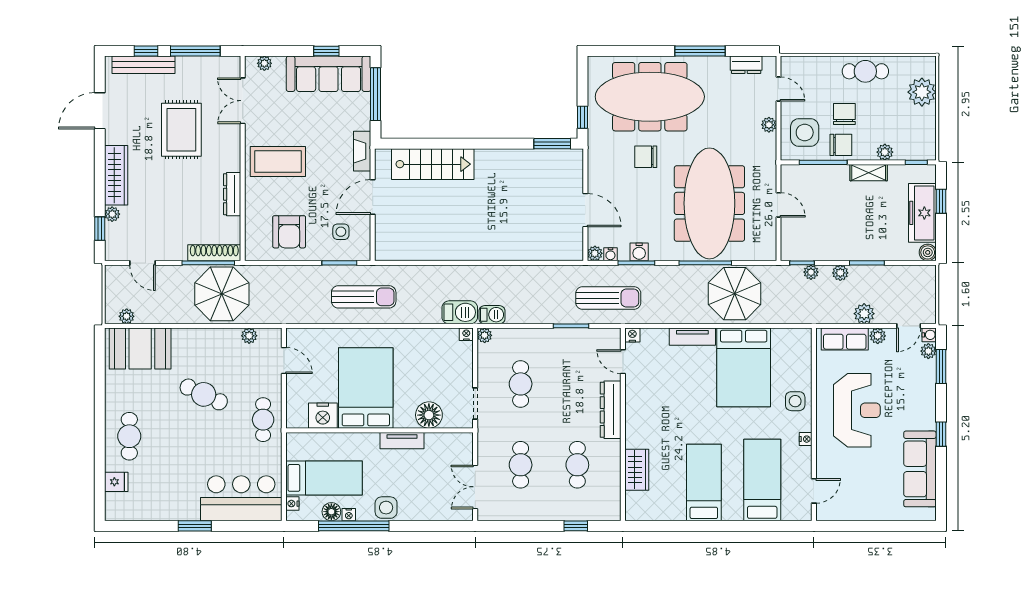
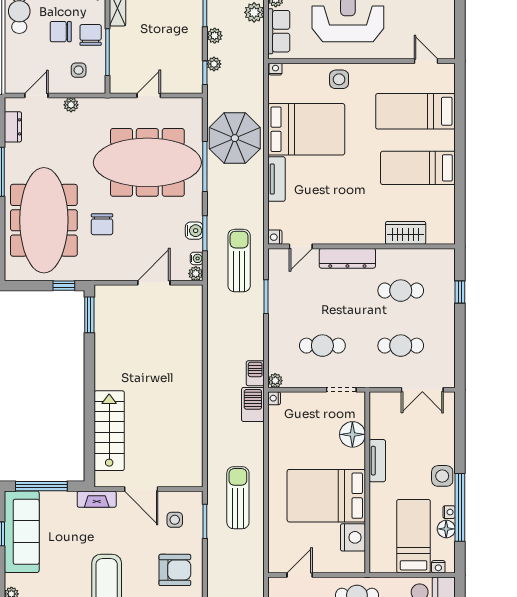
side table: (805, 132) -> (79, 70), width x0.54, depth x0.54
nightstand: (806, 439) -> (275, 69), moved

